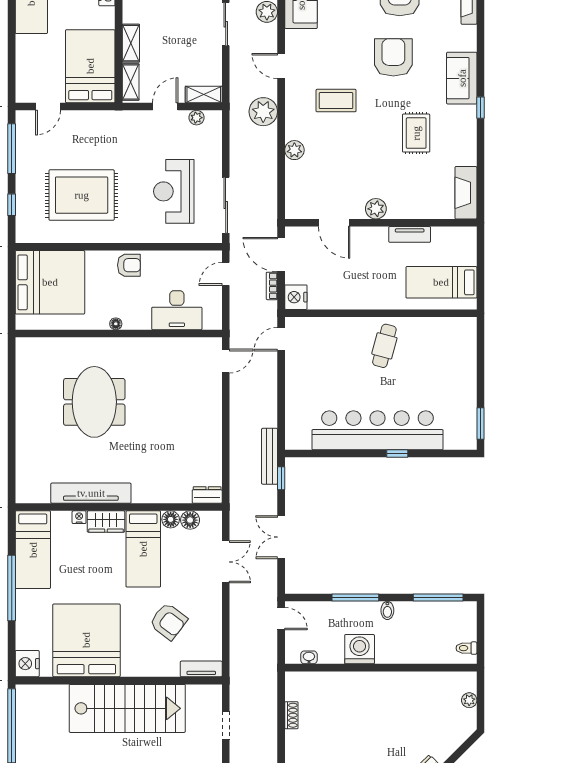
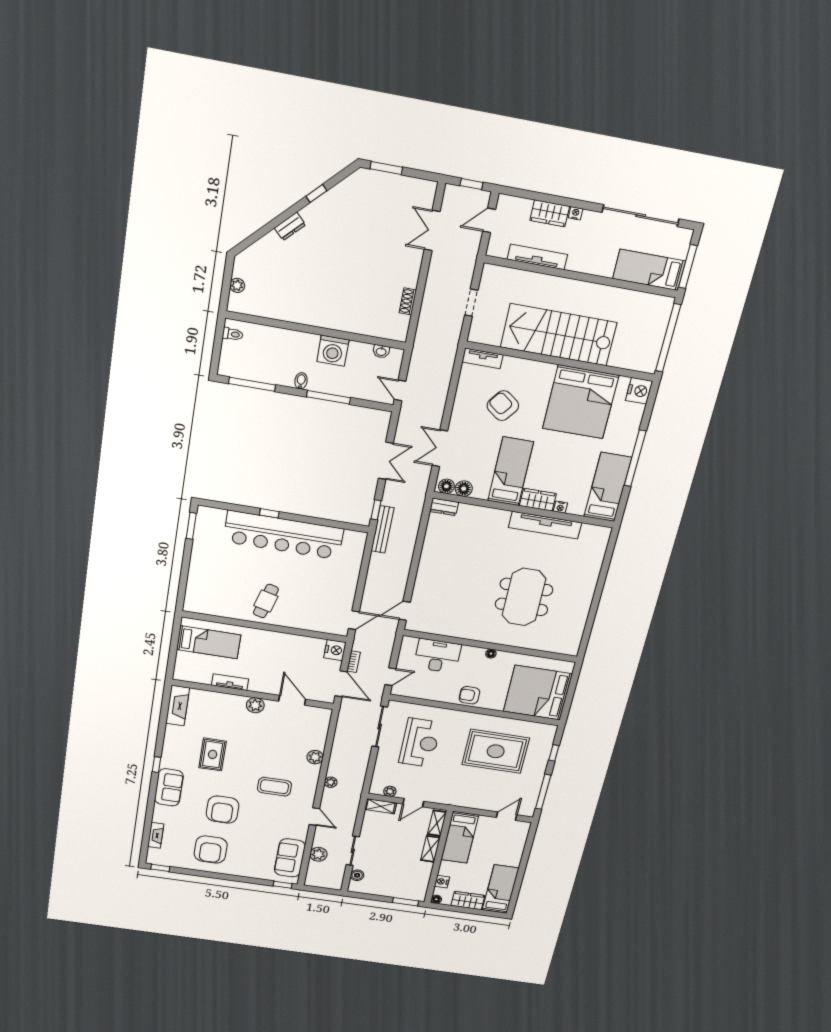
bed: (90, 66) -> (460, 837), width x0.67
plant: (263, 112) -> (331, 782), width x0.53, depth x0.53
floor lamp: (171, 519) -> (446, 486), moved

